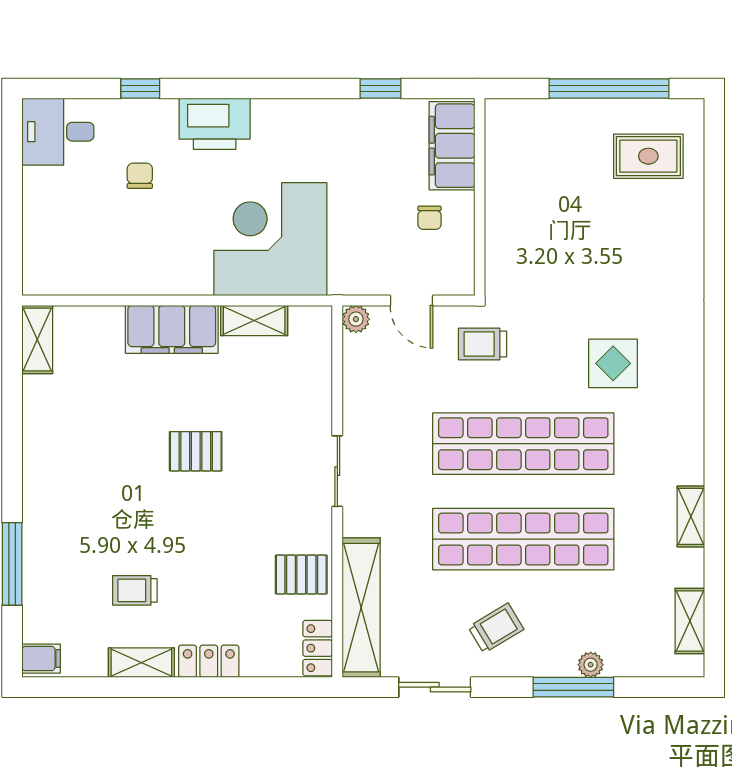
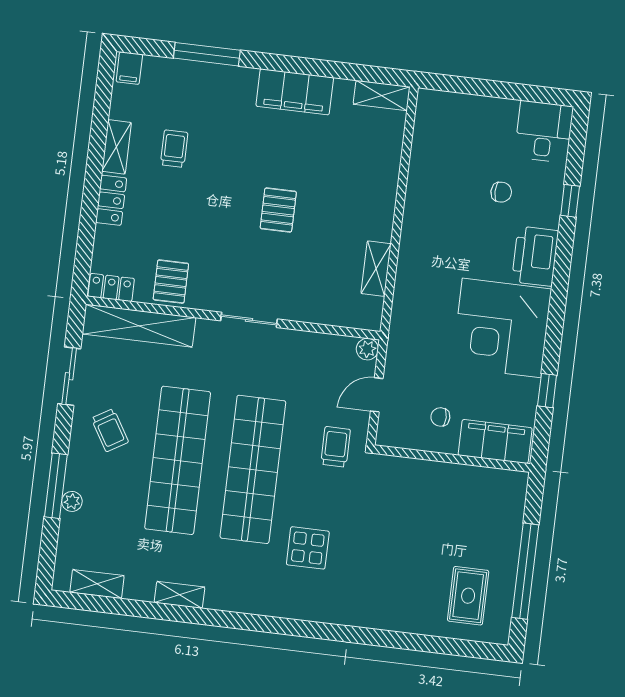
corner desk: (270, 239) -> (502, 328), moved, turned 180
filing cabinet: (172, 329) -> (295, 92), moved, turned -90

